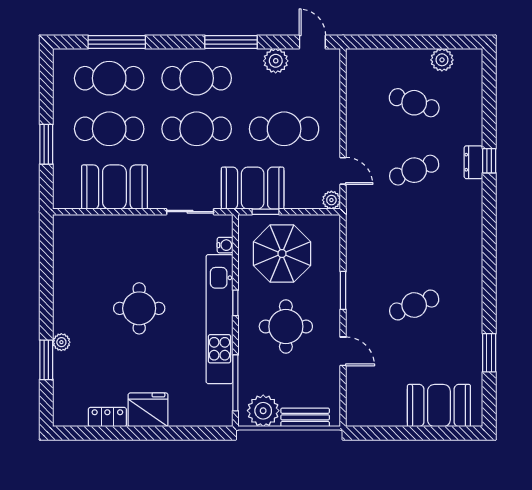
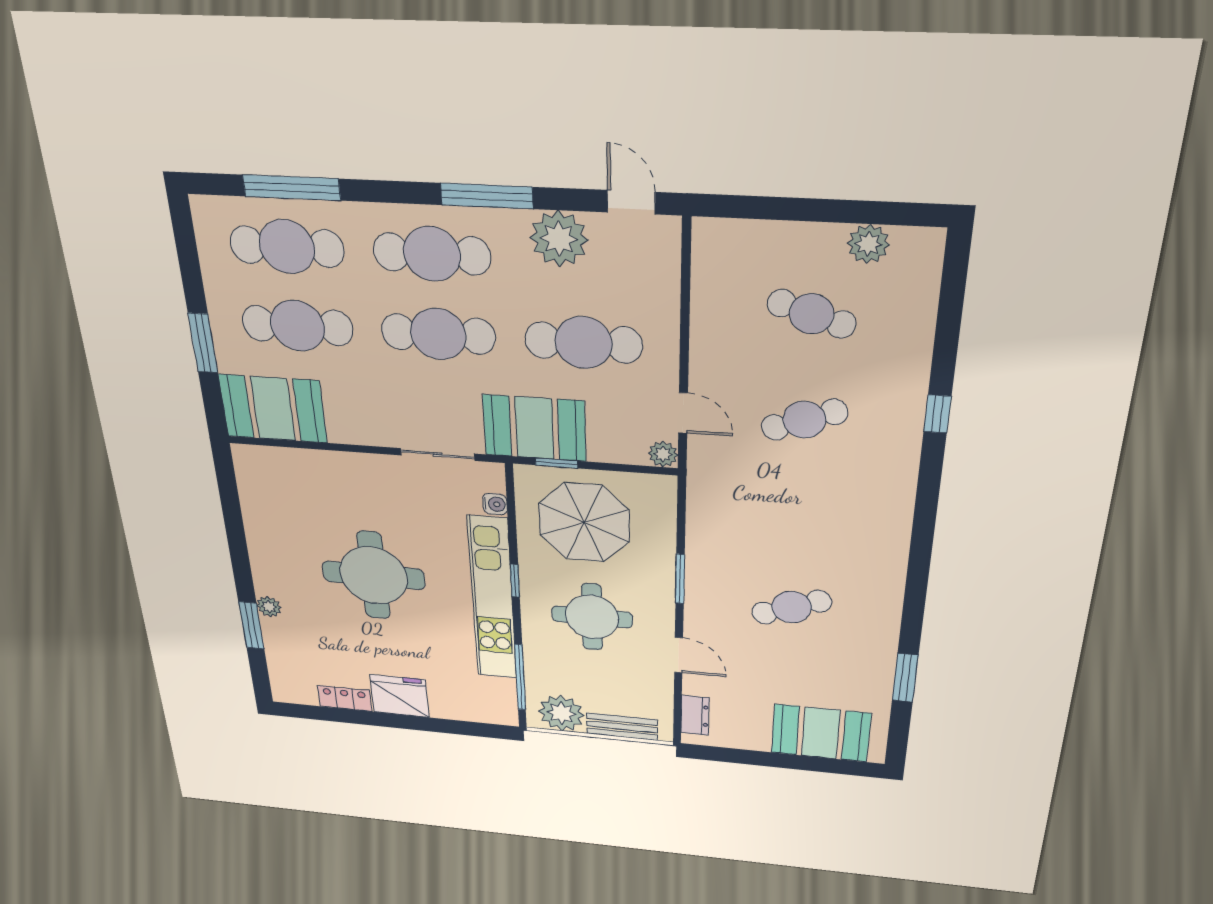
plant: (276, 61) -> (559, 239), width x1.36, depth x1.36
dresser: (473, 162) -> (695, 715), moved, turned 180
booth: (114, 187) -> (273, 409), moved
round table: (139, 308) -> (374, 575), width x1.36, depth x1.36

